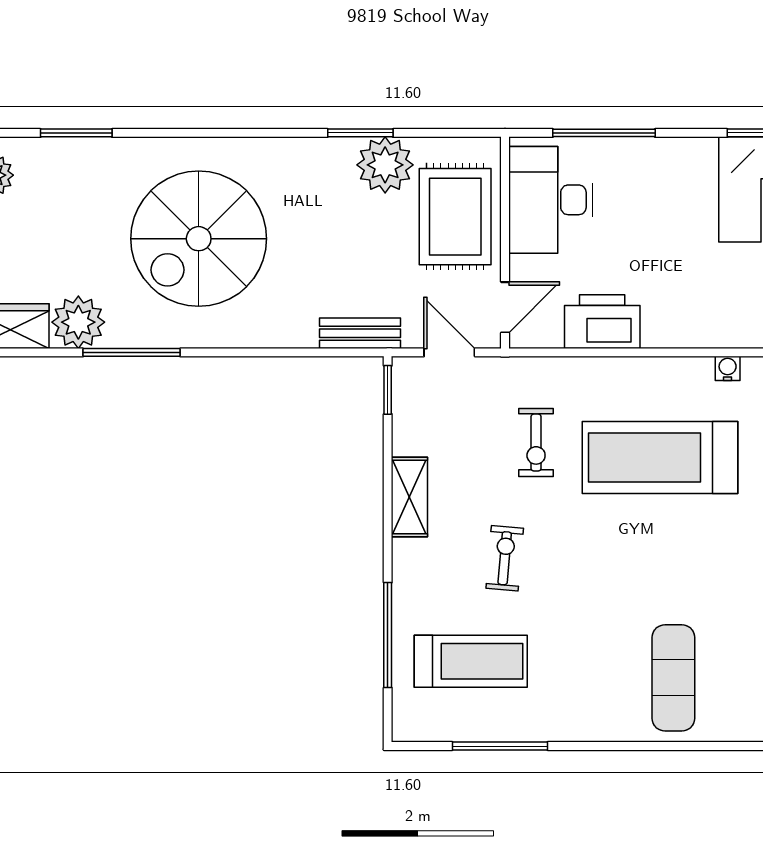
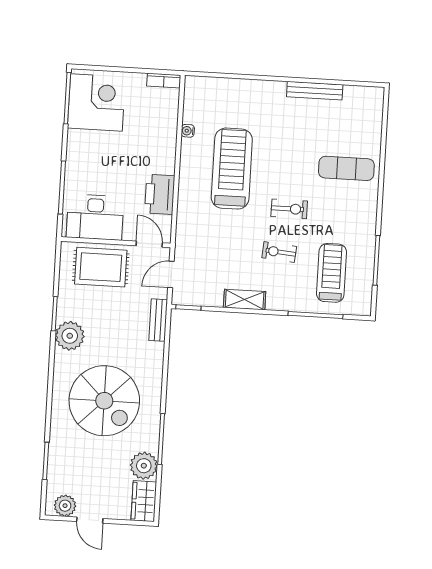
plant: (385, 165) -> (70, 336), moved
exercise bike: (536, 443) -> (289, 209), moved
treadmill: (660, 457) -> (232, 169), turned 180

